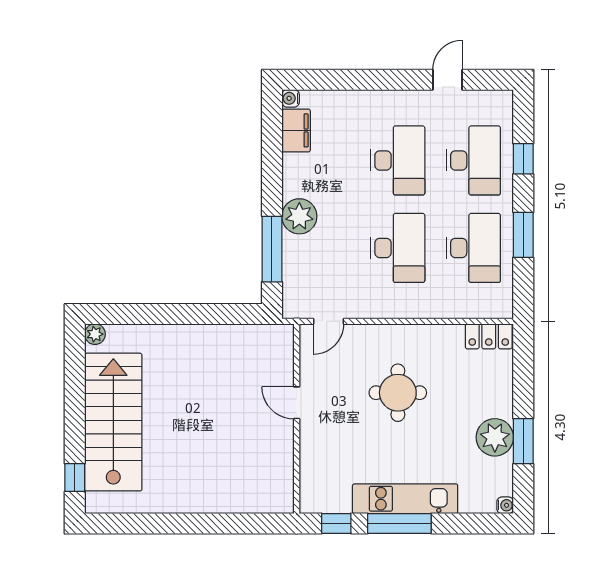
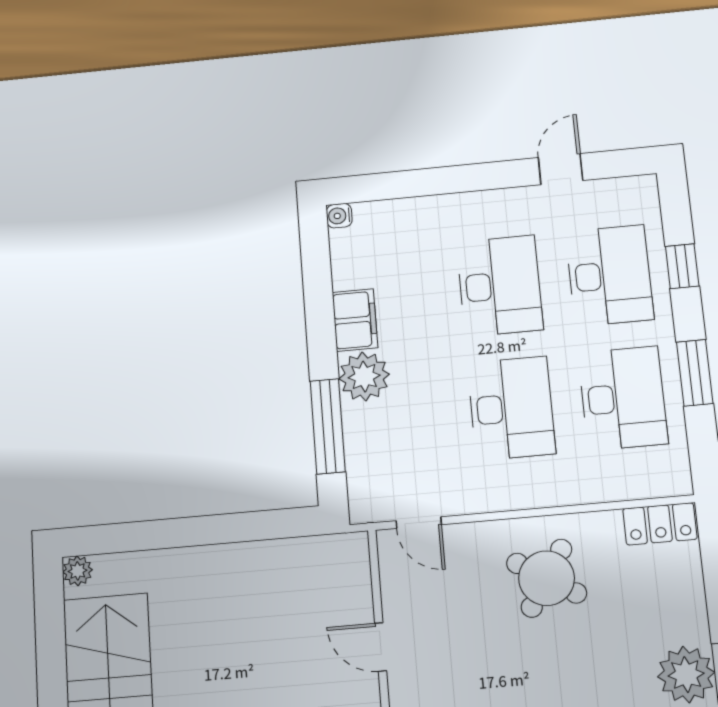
filing cabinet: (296, 130) -> (355, 320), moved
door: (329, 321) -> (419, 523), hinge flipped
round table: (398, 393) -> (547, 578), moved, turned 32

